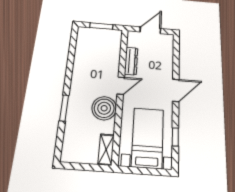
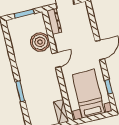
dresser: (131, 61) -> (54, 21), moved
boiler: (104, 108) -> (40, 42), moved

